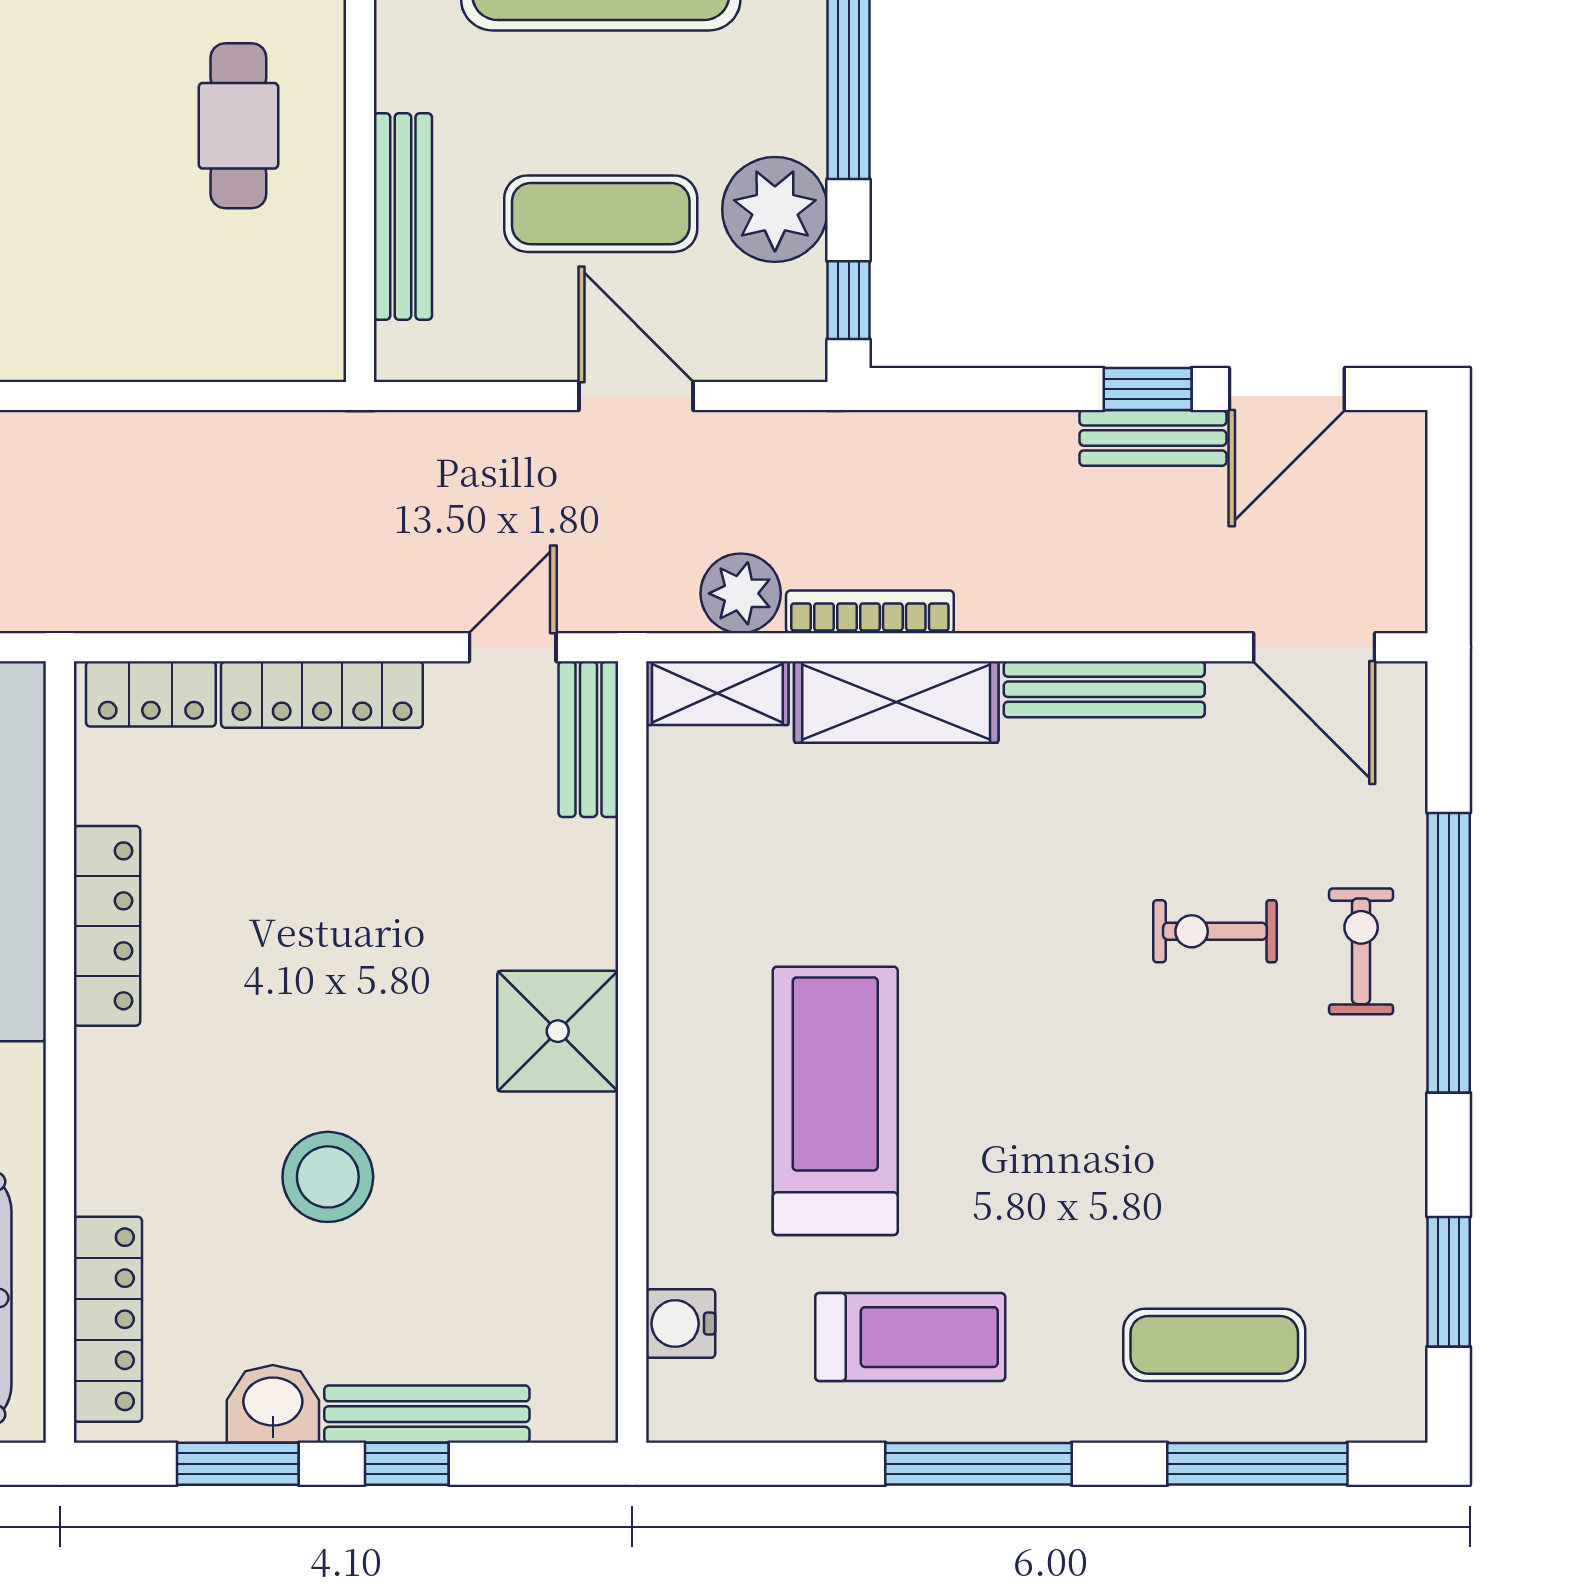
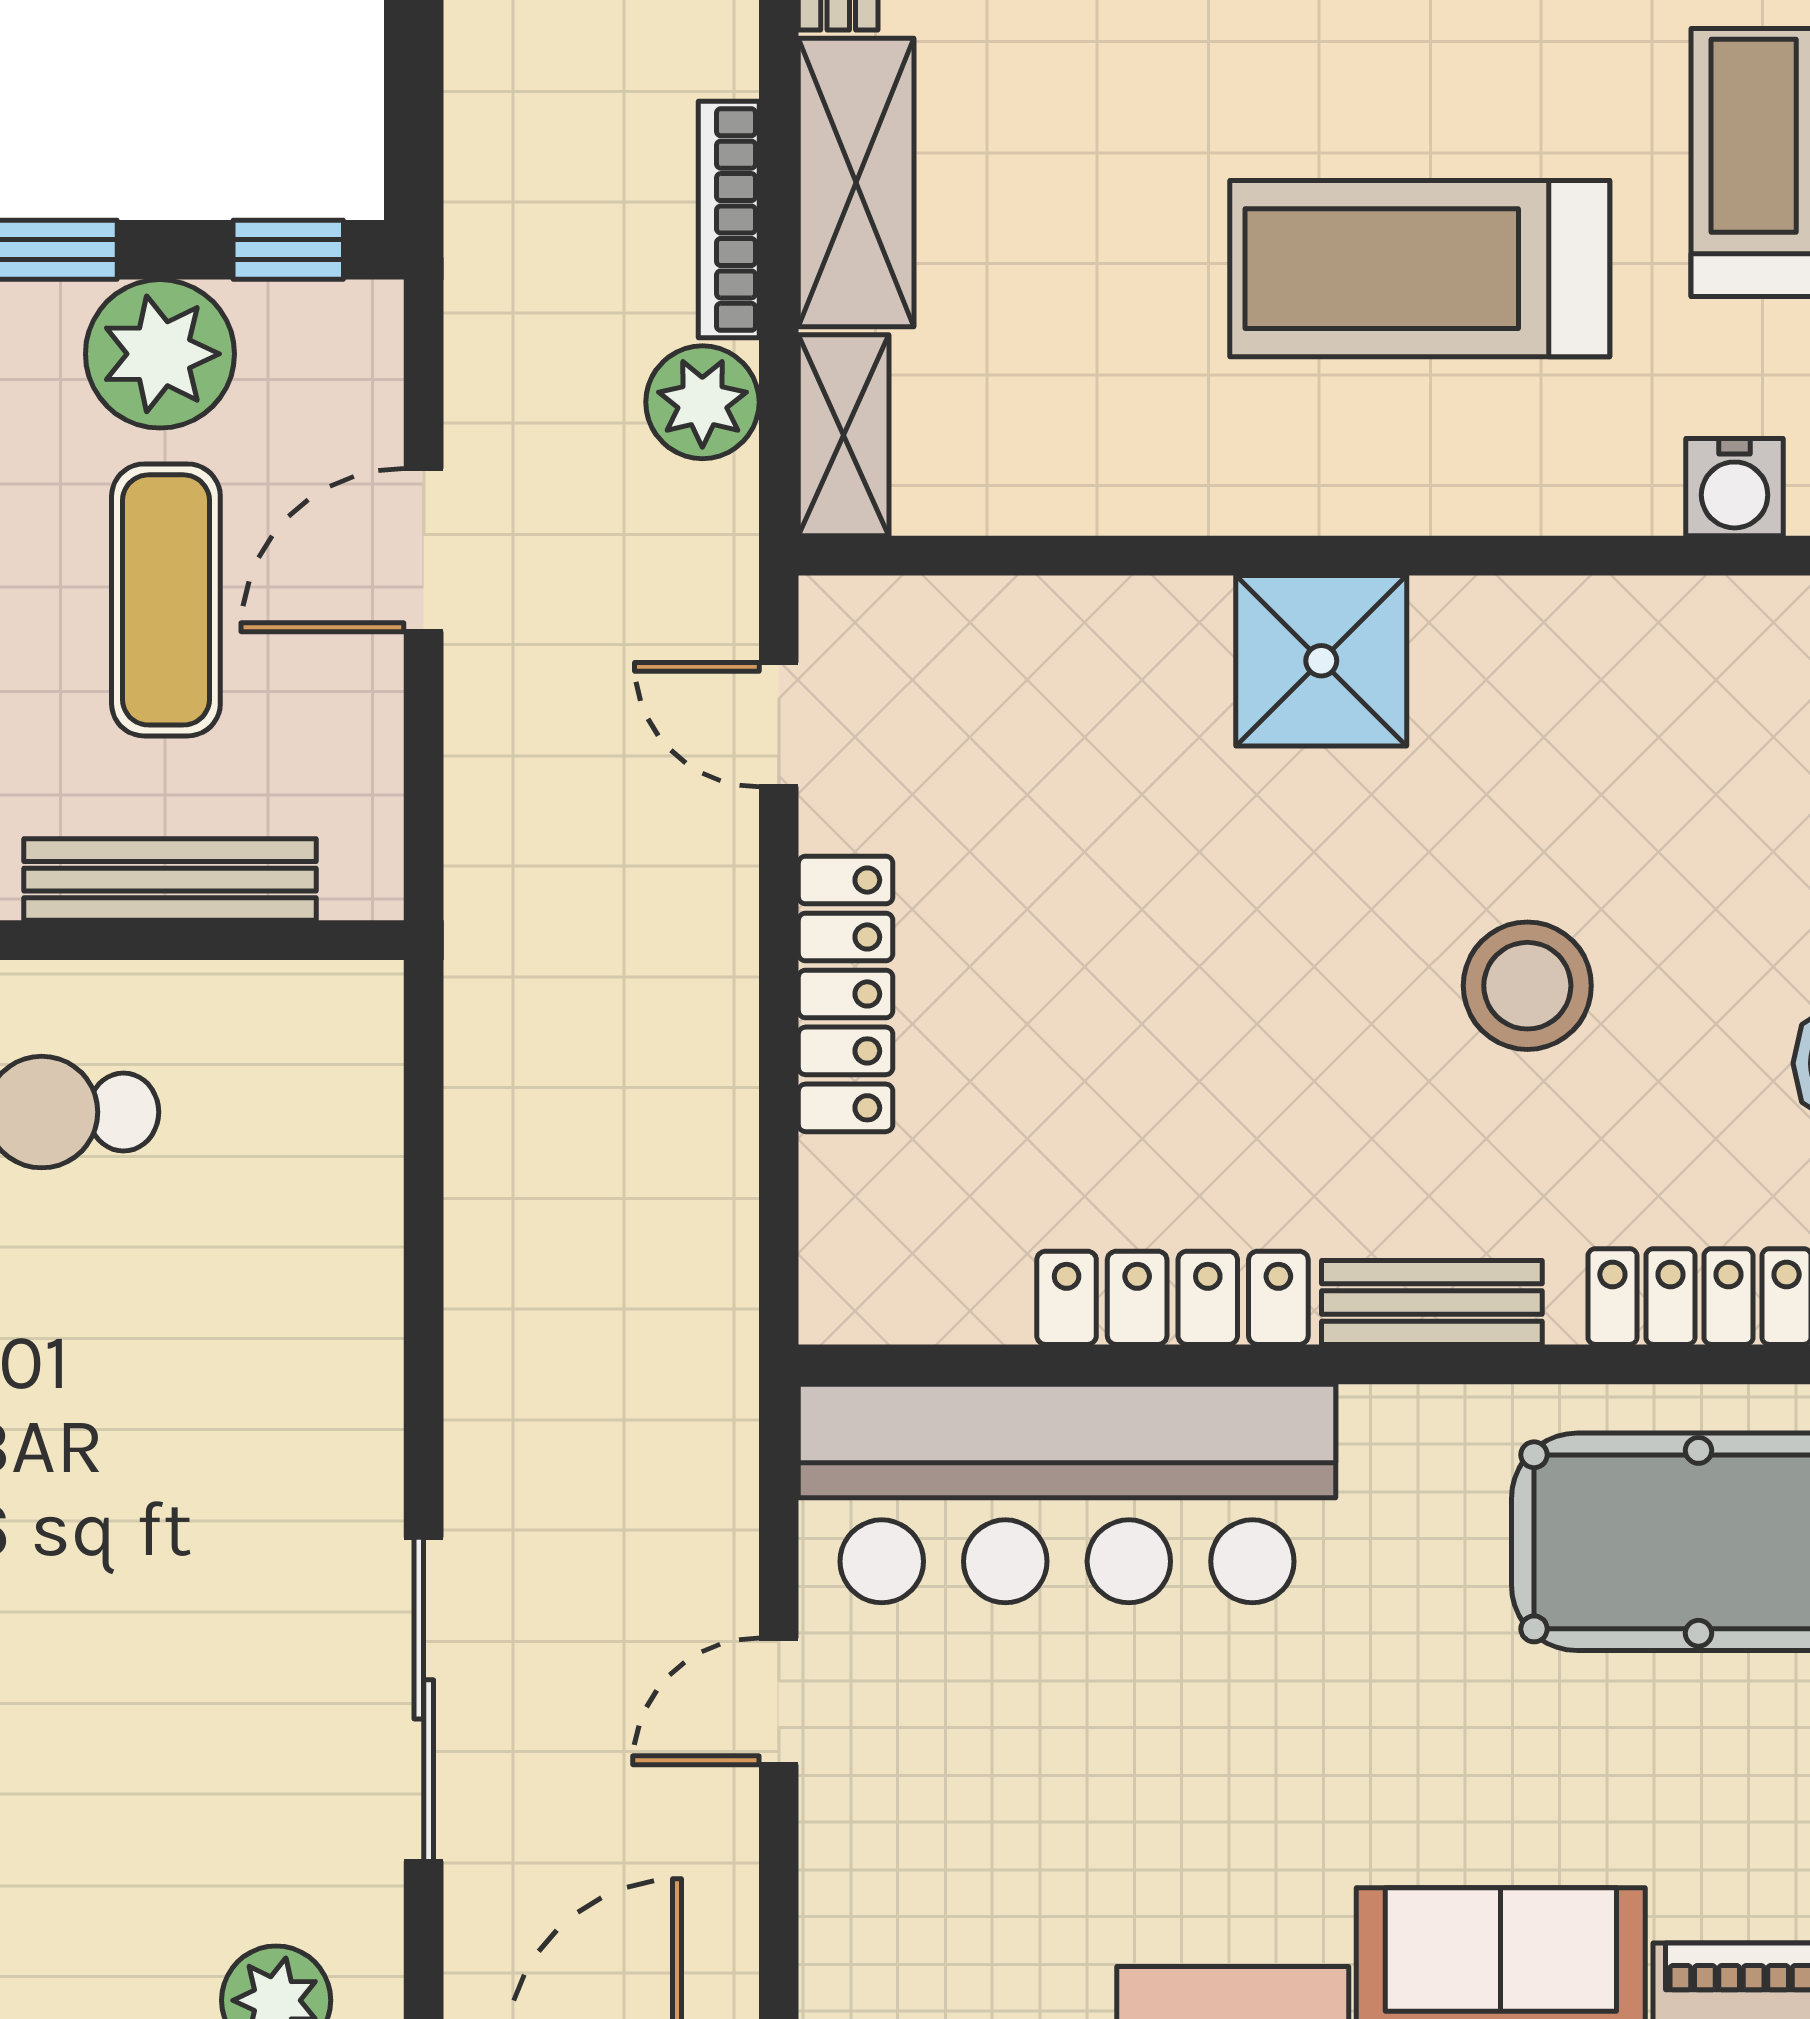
locker: (151, 694) -> (845, 1236), removed
bench: (588, 739) -> (1432, 1302), moved

